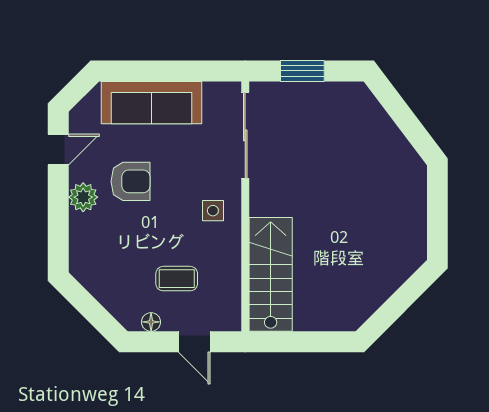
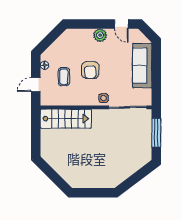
window: (302, 71) -> (156, 133), width x1.44
armchair: (130, 181) -> (90, 70), moved
side table: (213, 211) -> (104, 98), moved

